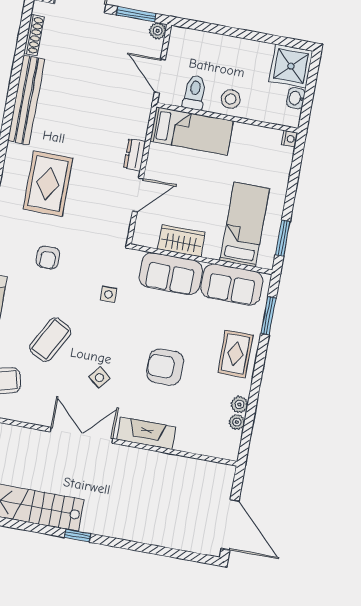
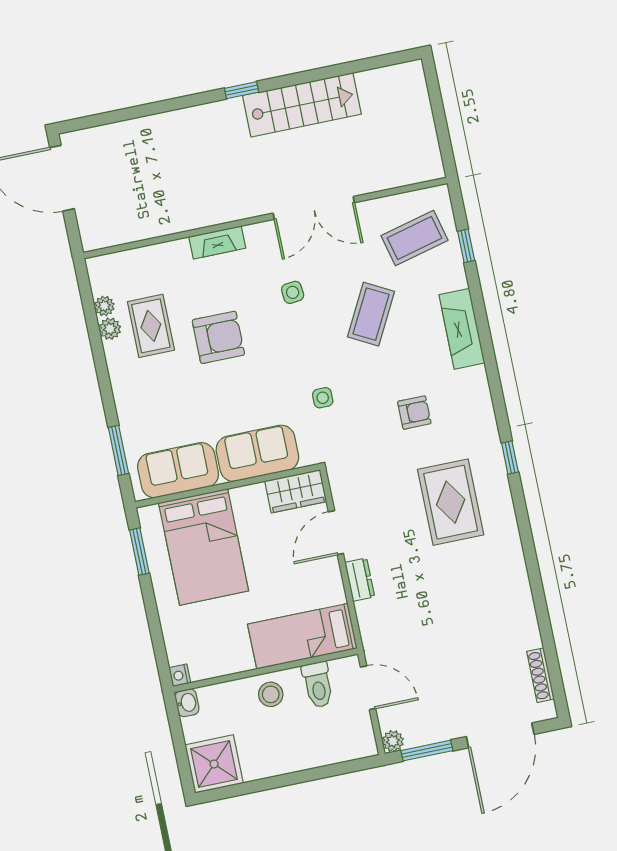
washbasin: (296, 98) -> (187, 703), moved
bench: (26, 100) -> (518, 593), removed
bed: (245, 224) -> (204, 547), width x1.50
wardrobe: (181, 241) -> (296, 491), moved
armchair: (48, 257) -> (414, 413), turned 90
rug: (235, 354) -> (151, 326), moved
side table: (100, 378) -> (293, 292), turned 45
fireplace: (146, 433) -> (217, 242), width x0.73, depth x0.76
double door: (82, 435) -> (314, 208), moved

